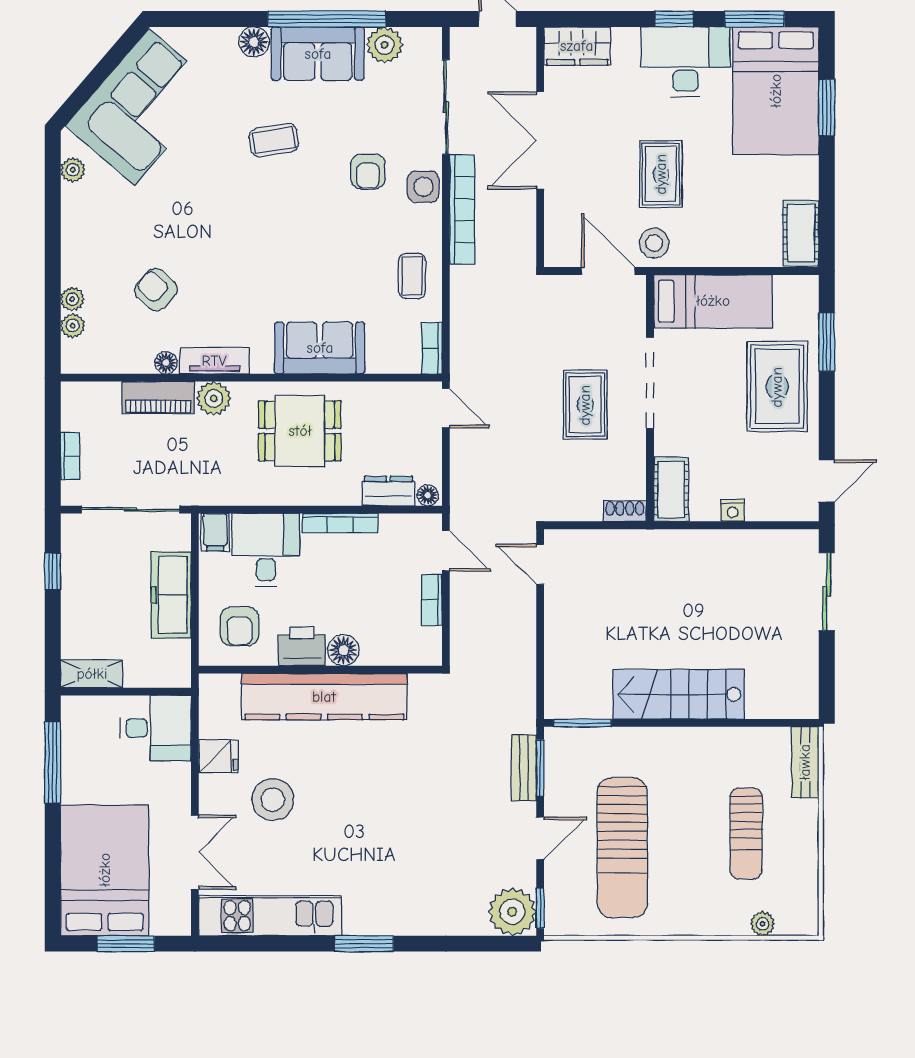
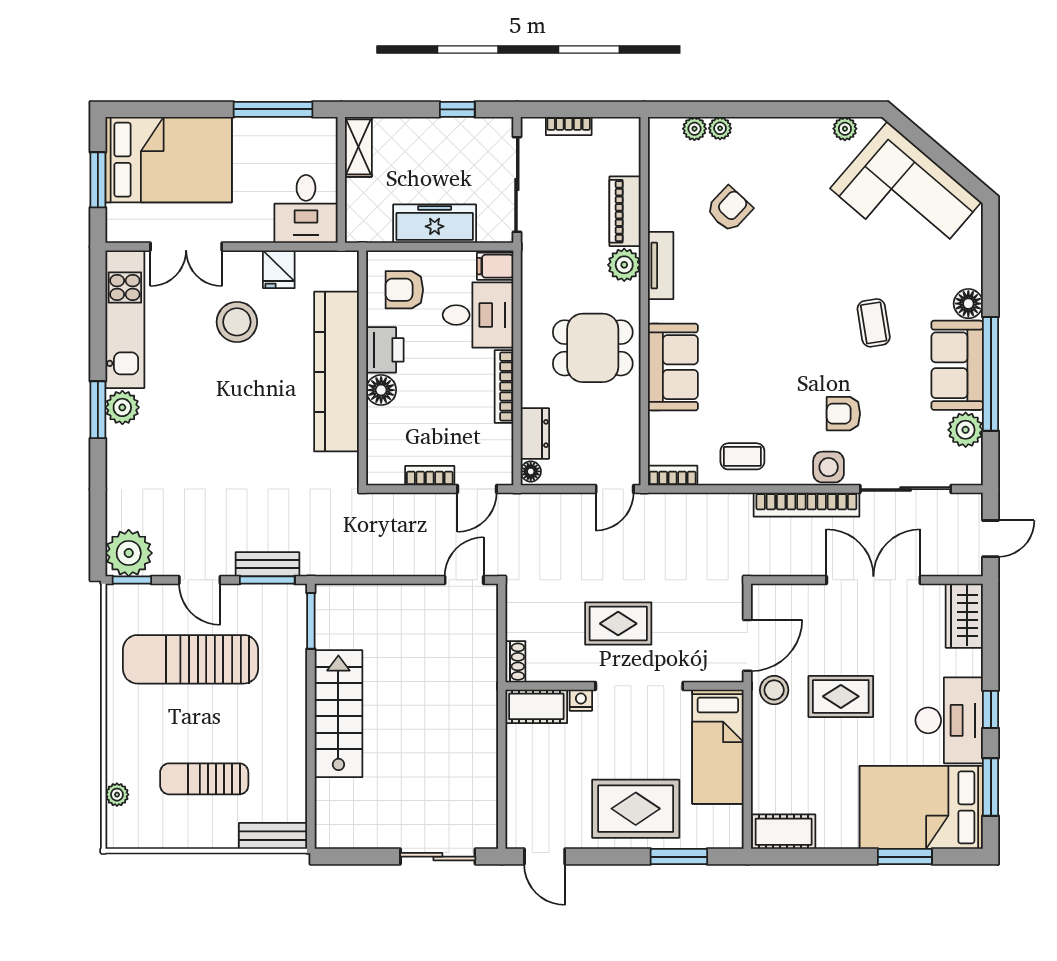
floor lamp: (166, 363) -> (659, 219), removed
dining table: (300, 431) -> (593, 348), turned 90
nightstand: (733, 510) -> (581, 700), moved, turned 90
plant: (361, 918) -> (122, 407), added

